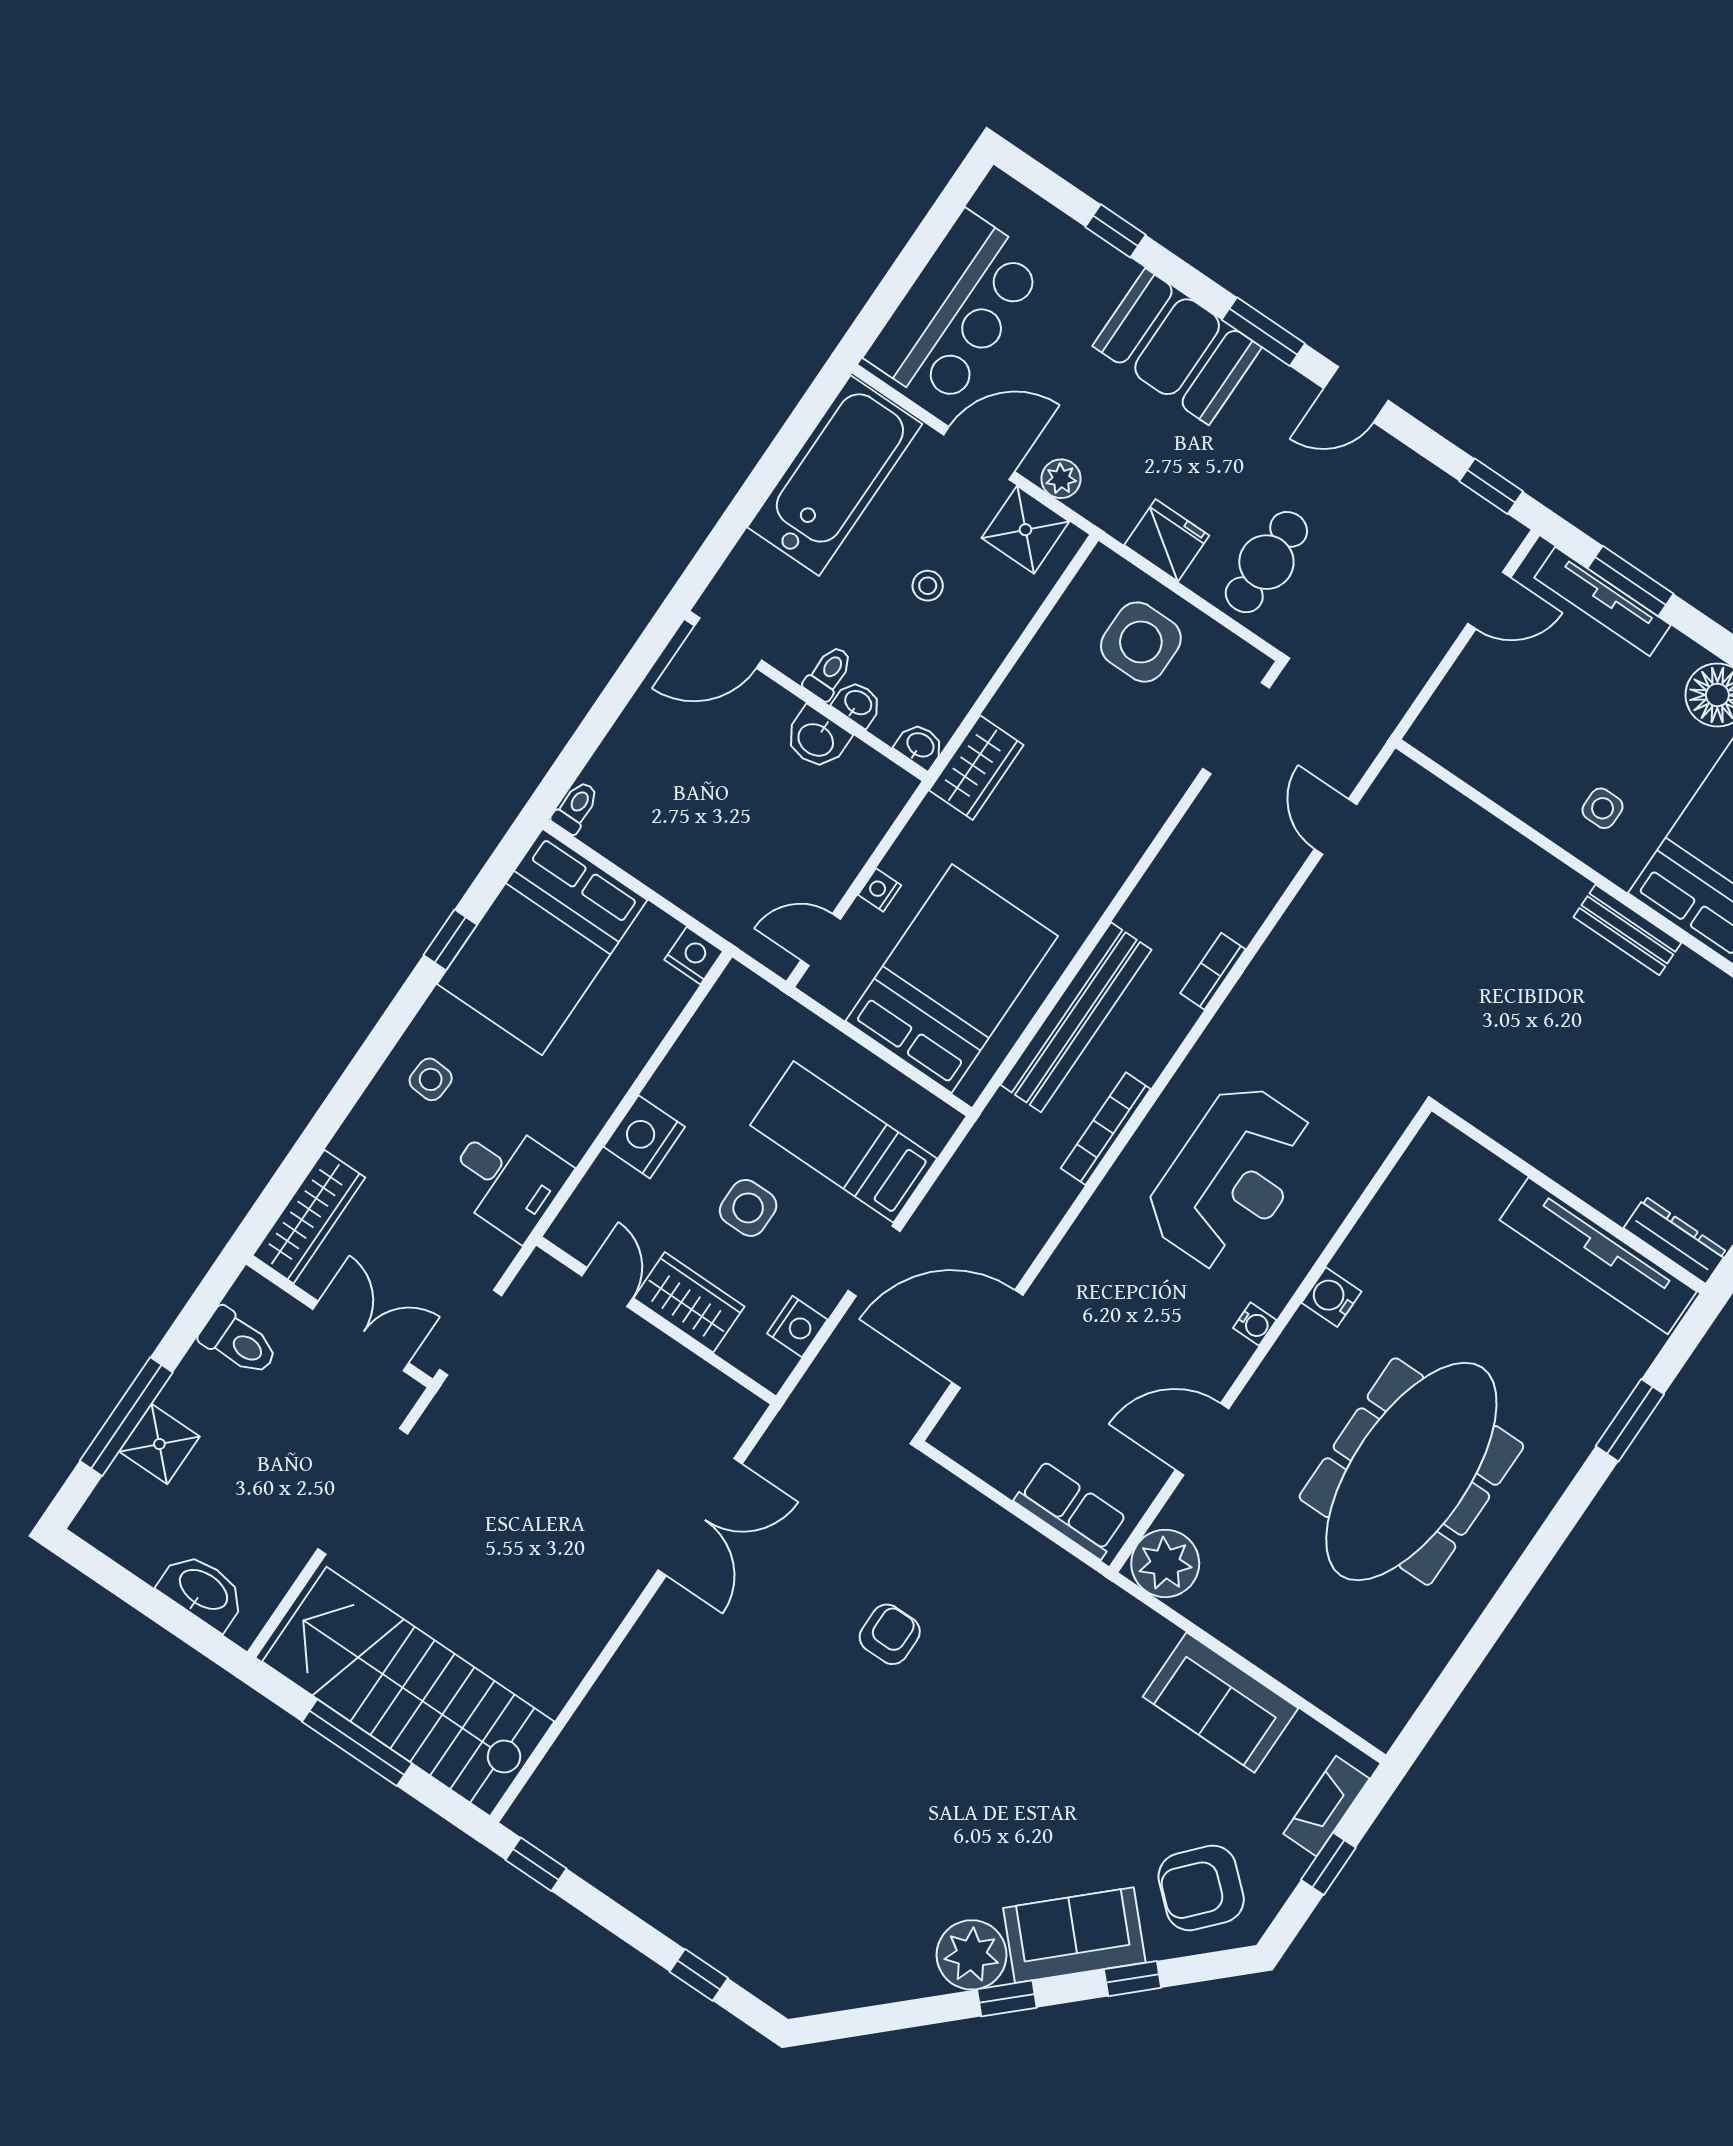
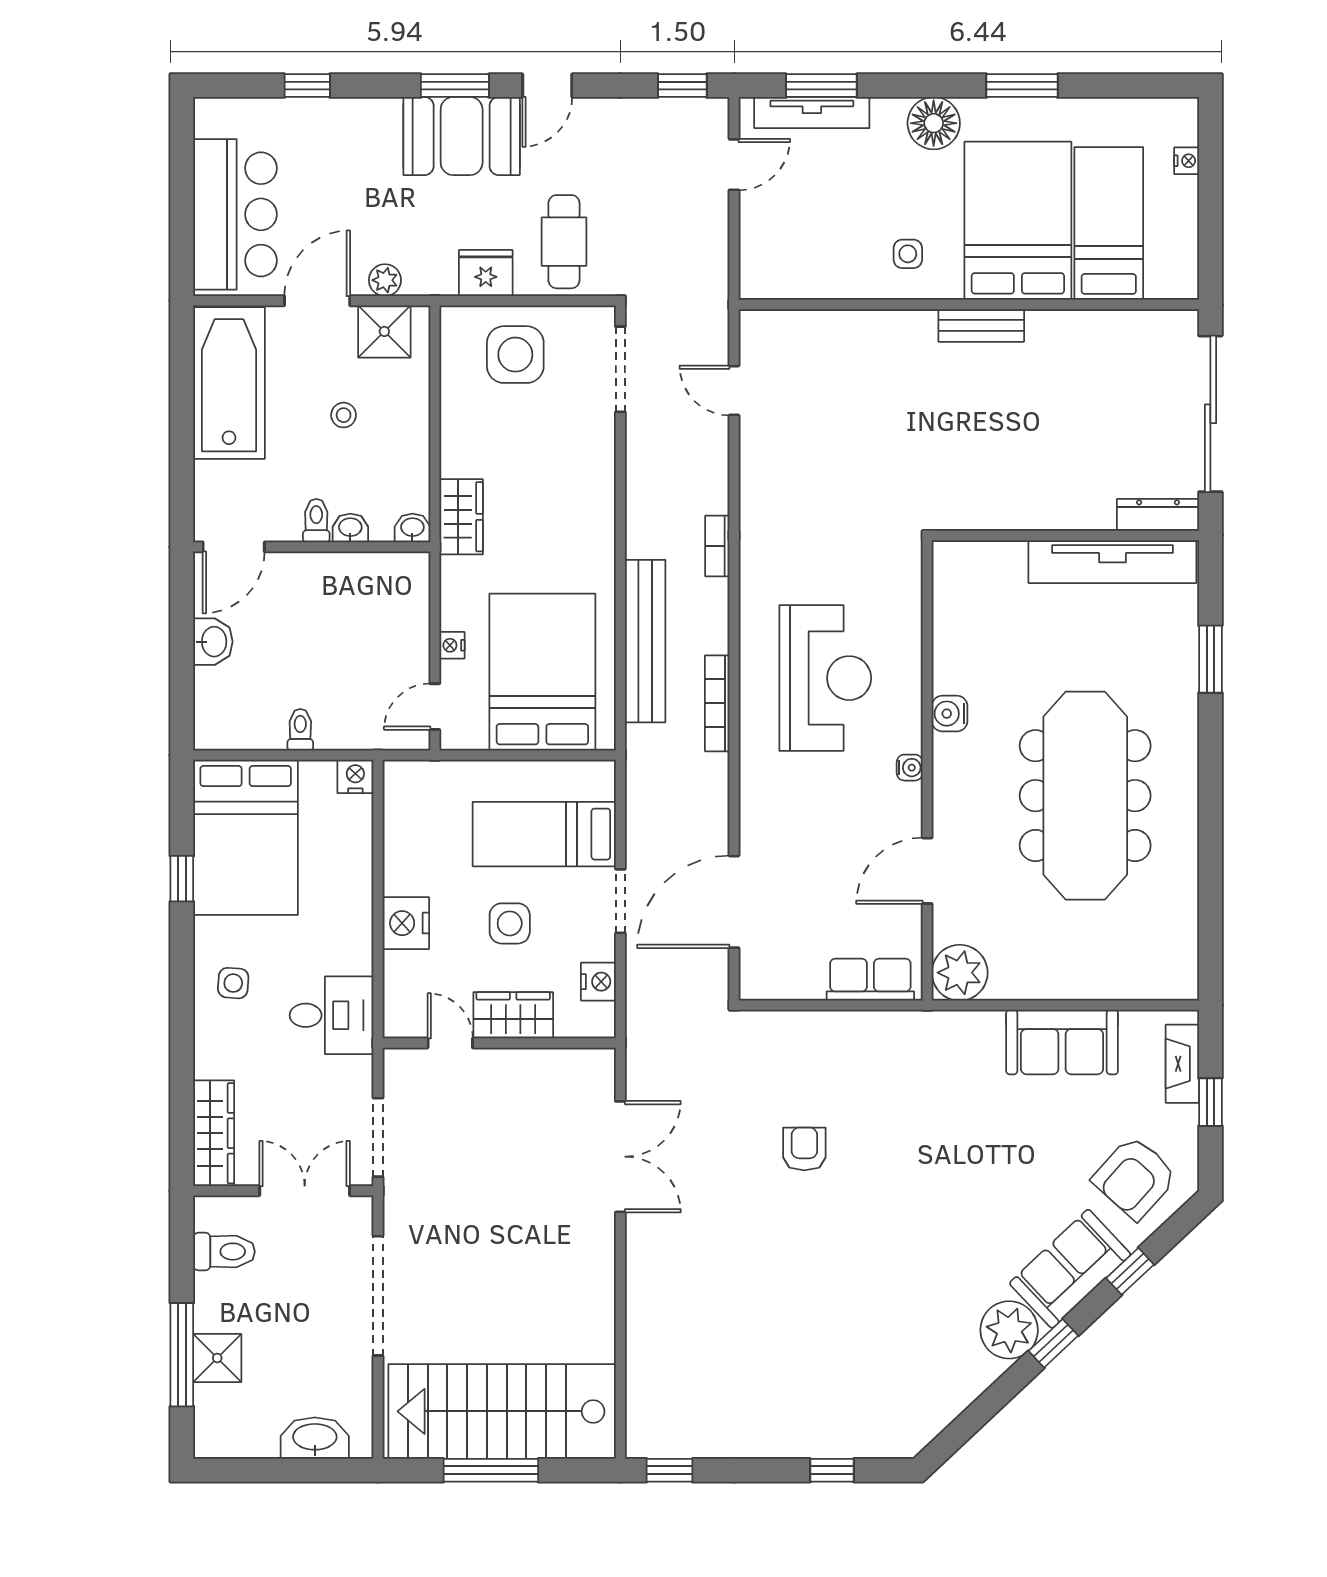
booth: (1177, 347) -> (462, 136), moved
washbasin: (817, 739) -> (213, 642), moved, turned -90
toilet: (576, 807) -> (300, 730), moved

